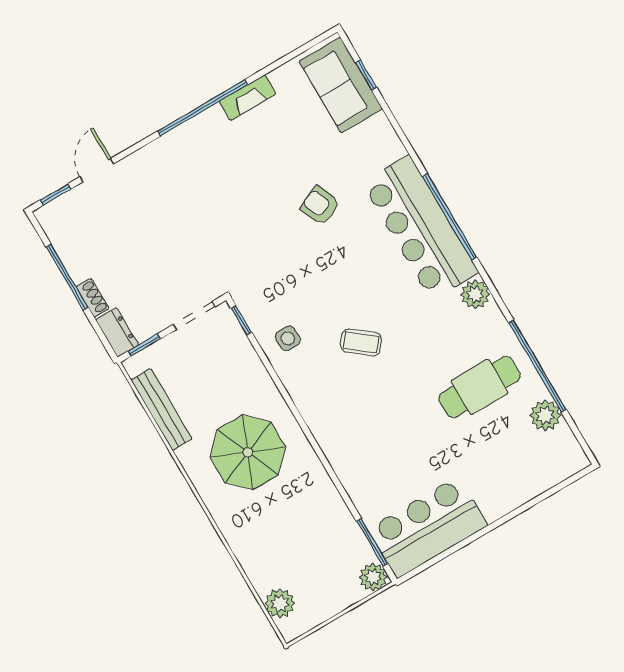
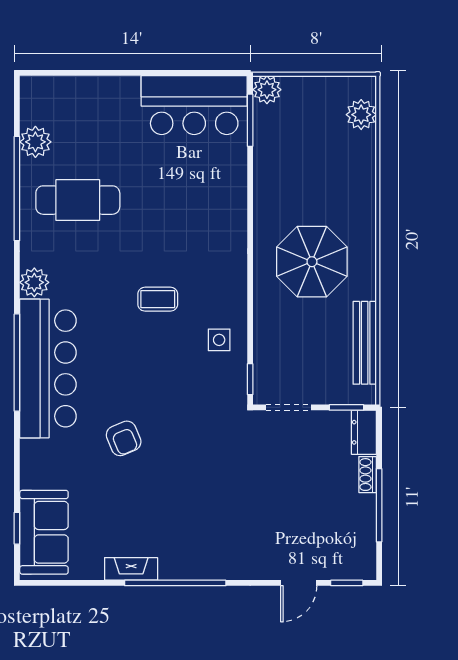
coffee table: (361, 342) -> (158, 299), turned -39

